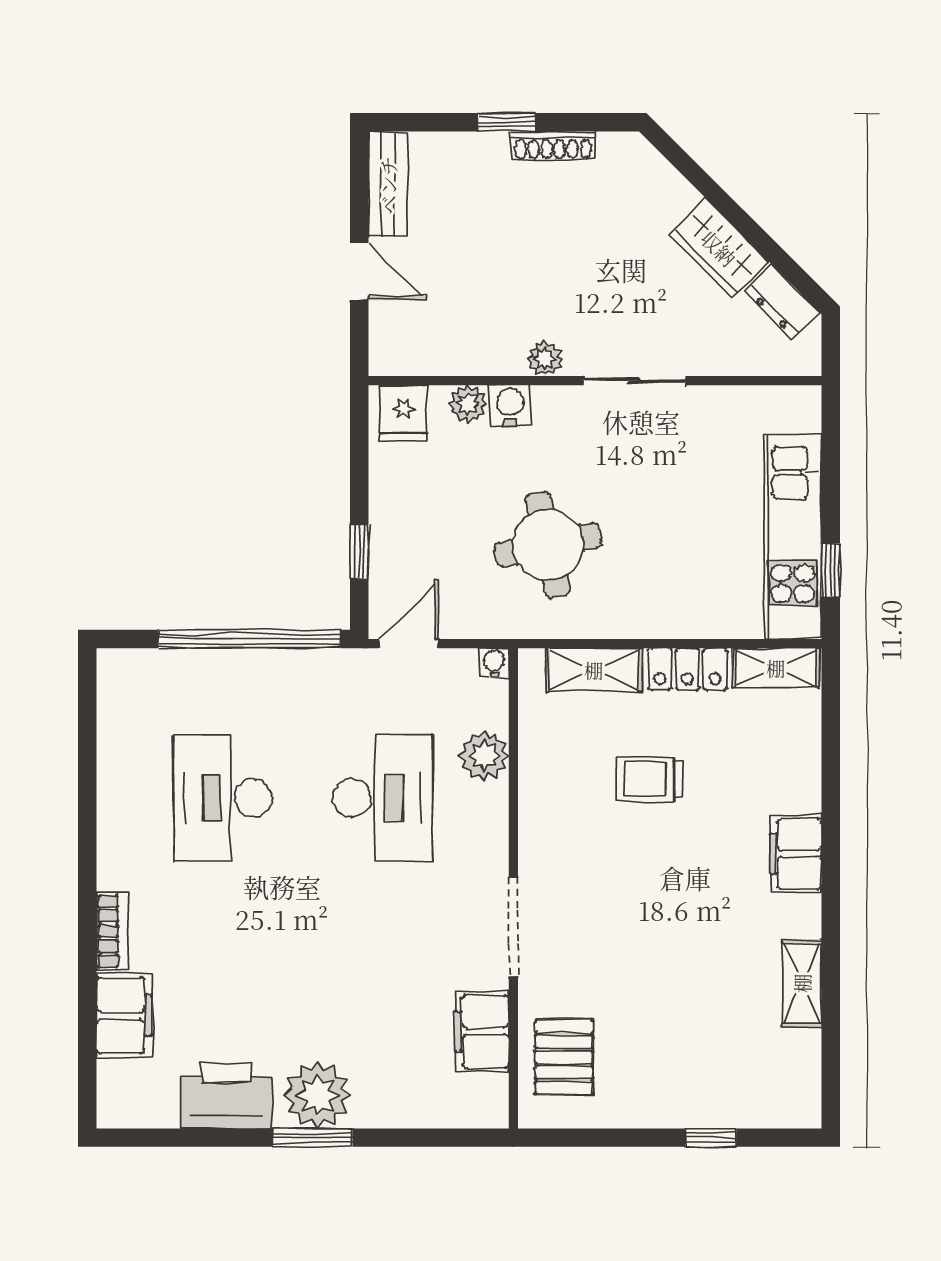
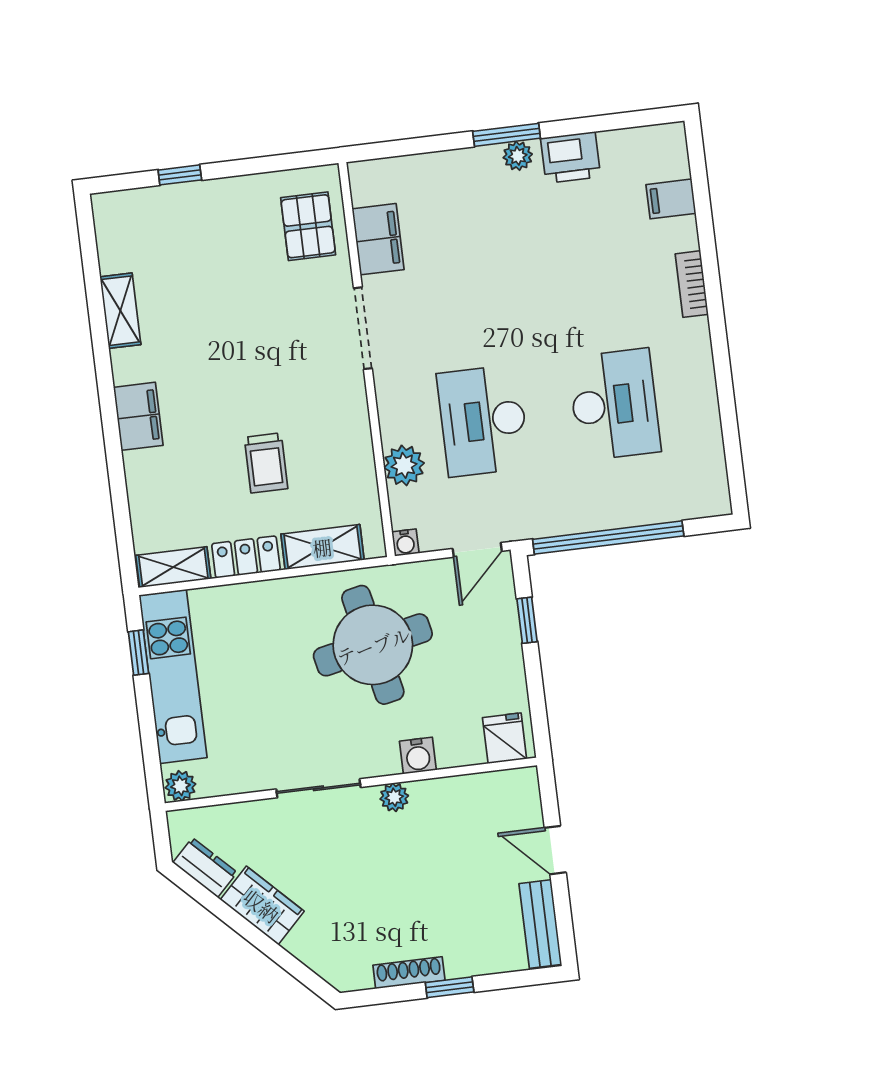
plant: (468, 404) -> (180, 786), moved
round table: (548, 545) -> (373, 645), width x1.36, depth x1.36
trolley: (650, 779) -> (266, 463), turned 90
filing cabinet: (124, 1015) -> (671, 199), width x0.50
plant: (317, 1095) -> (518, 156), width x0.53, depth x0.53
printer: (226, 1096) -> (571, 157), width x0.73, depth x0.84

